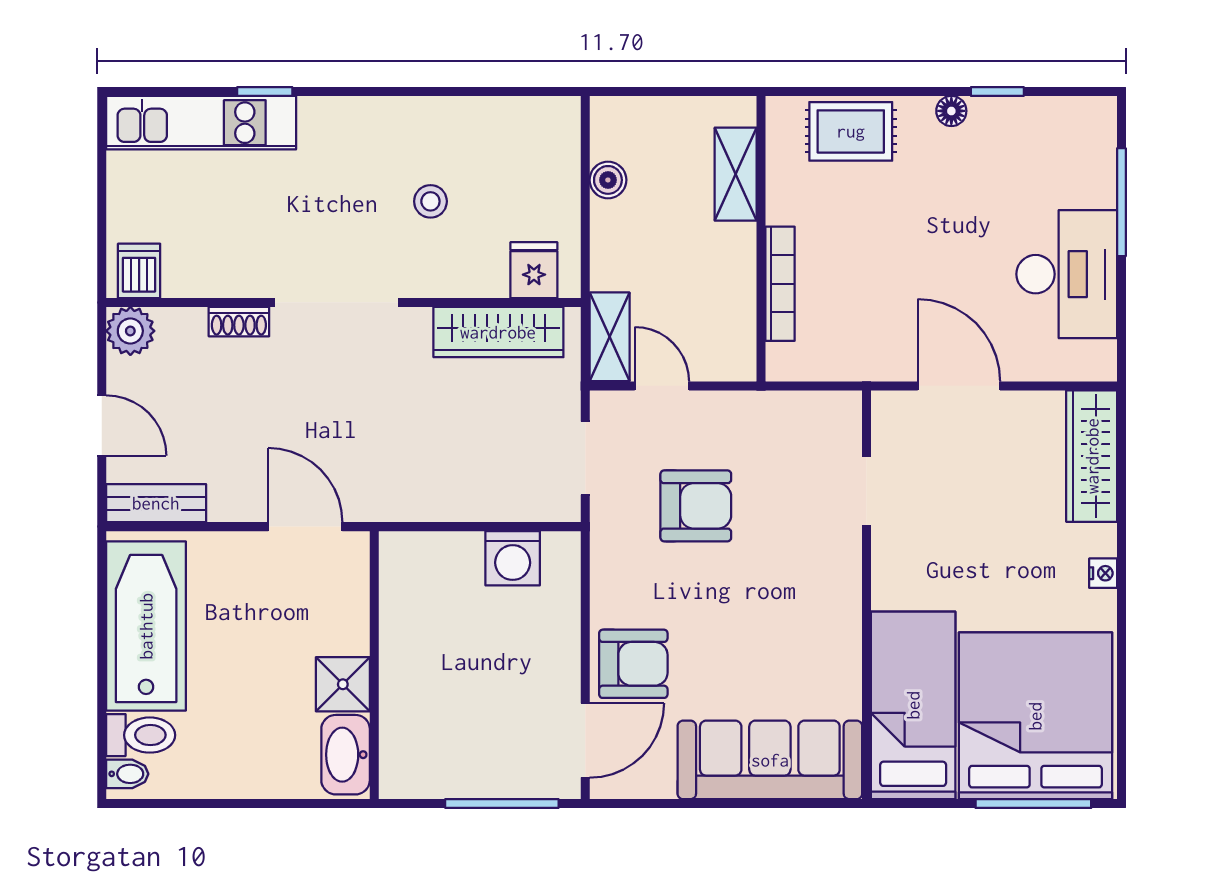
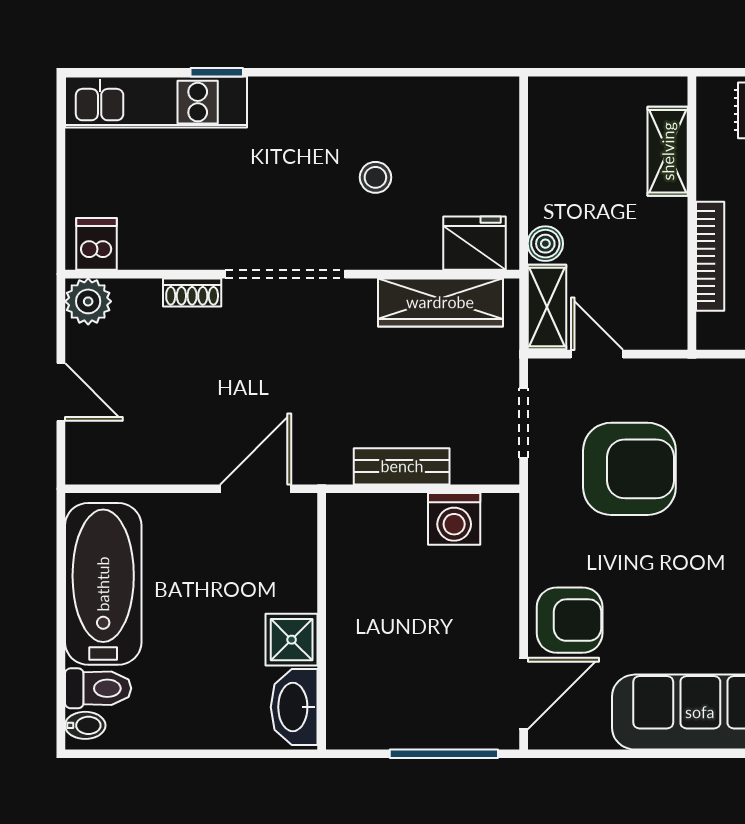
boiler: (608, 180) -> (545, 244), moved
fridge: (534, 270) -> (474, 243), width x1.38
bench: (156, 503) -> (402, 466), moved
armchair: (696, 506) -> (629, 469), width x1.36, depth x1.36
door: (305, 527) -> (256, 489), hinge flipped

